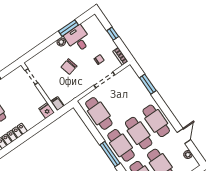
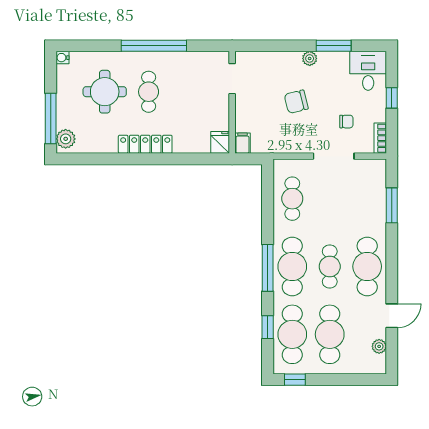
desk: (78, 39) -> (368, 71), moved
cafe table: (99, 113) -> (292, 199), width x0.73, depth x0.74
cafe table: (139, 133) -> (330, 266), width x0.73, depth x0.74

